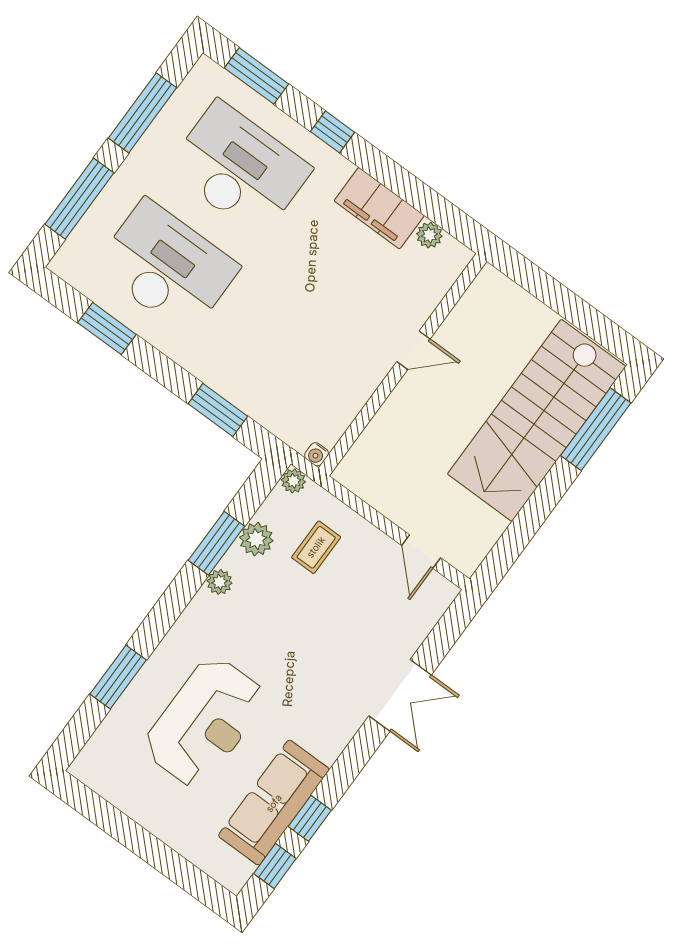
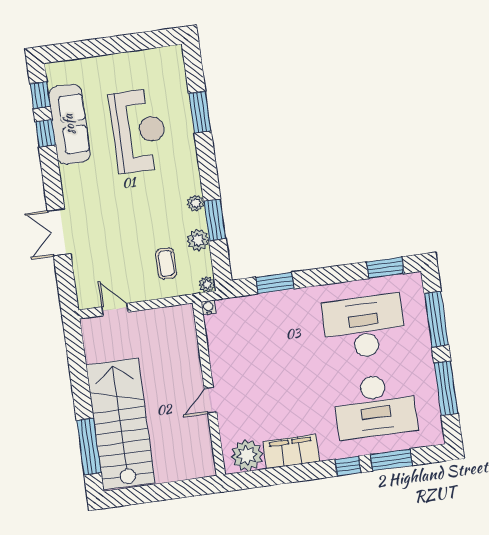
window: (256, 76) -> (391, 460), moved
plant: (429, 235) -> (247, 455), width x1.87, depth x1.87
desk: (167, 267) -> (364, 327), turned 180
window: (107, 329) -> (385, 268), moved
reception desk: (205, 722) -> (139, 131), turned 180

